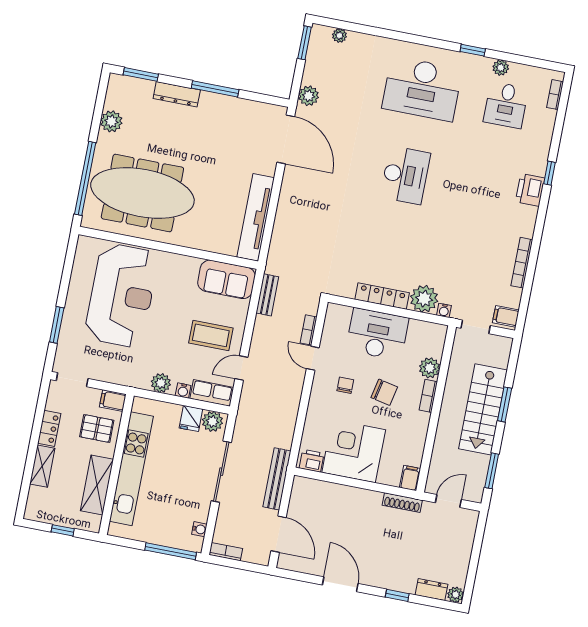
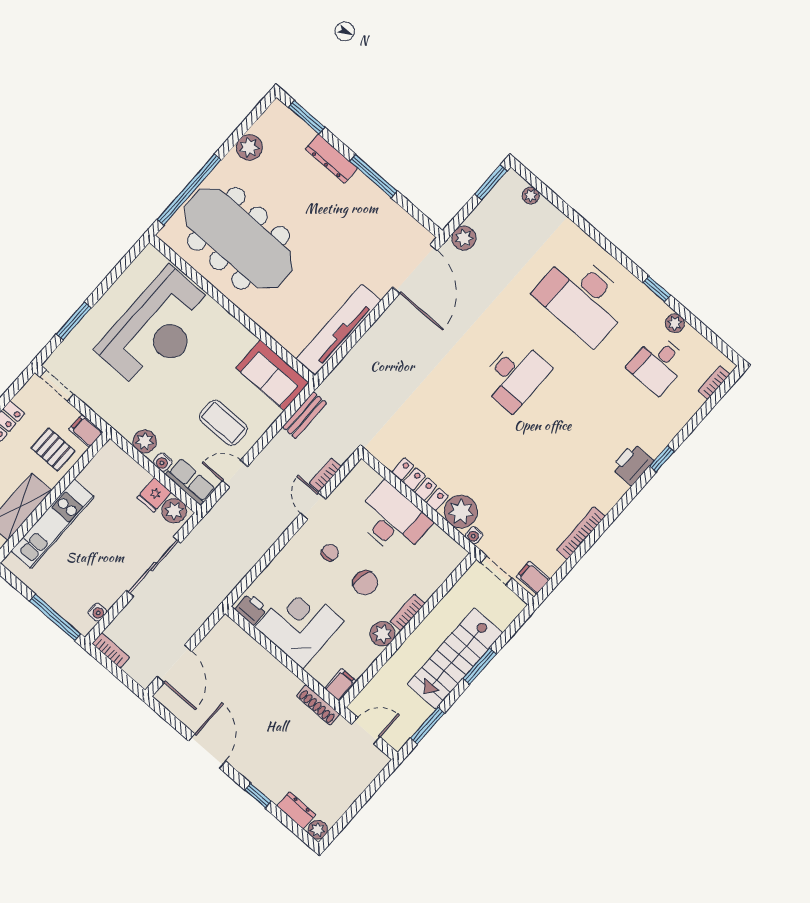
plant: (430, 368) -> (382, 634), moved
kitchen unit: (131, 469) -> (53, 524), width x0.73
bench: (277, 479) -> (205, 607), removed

